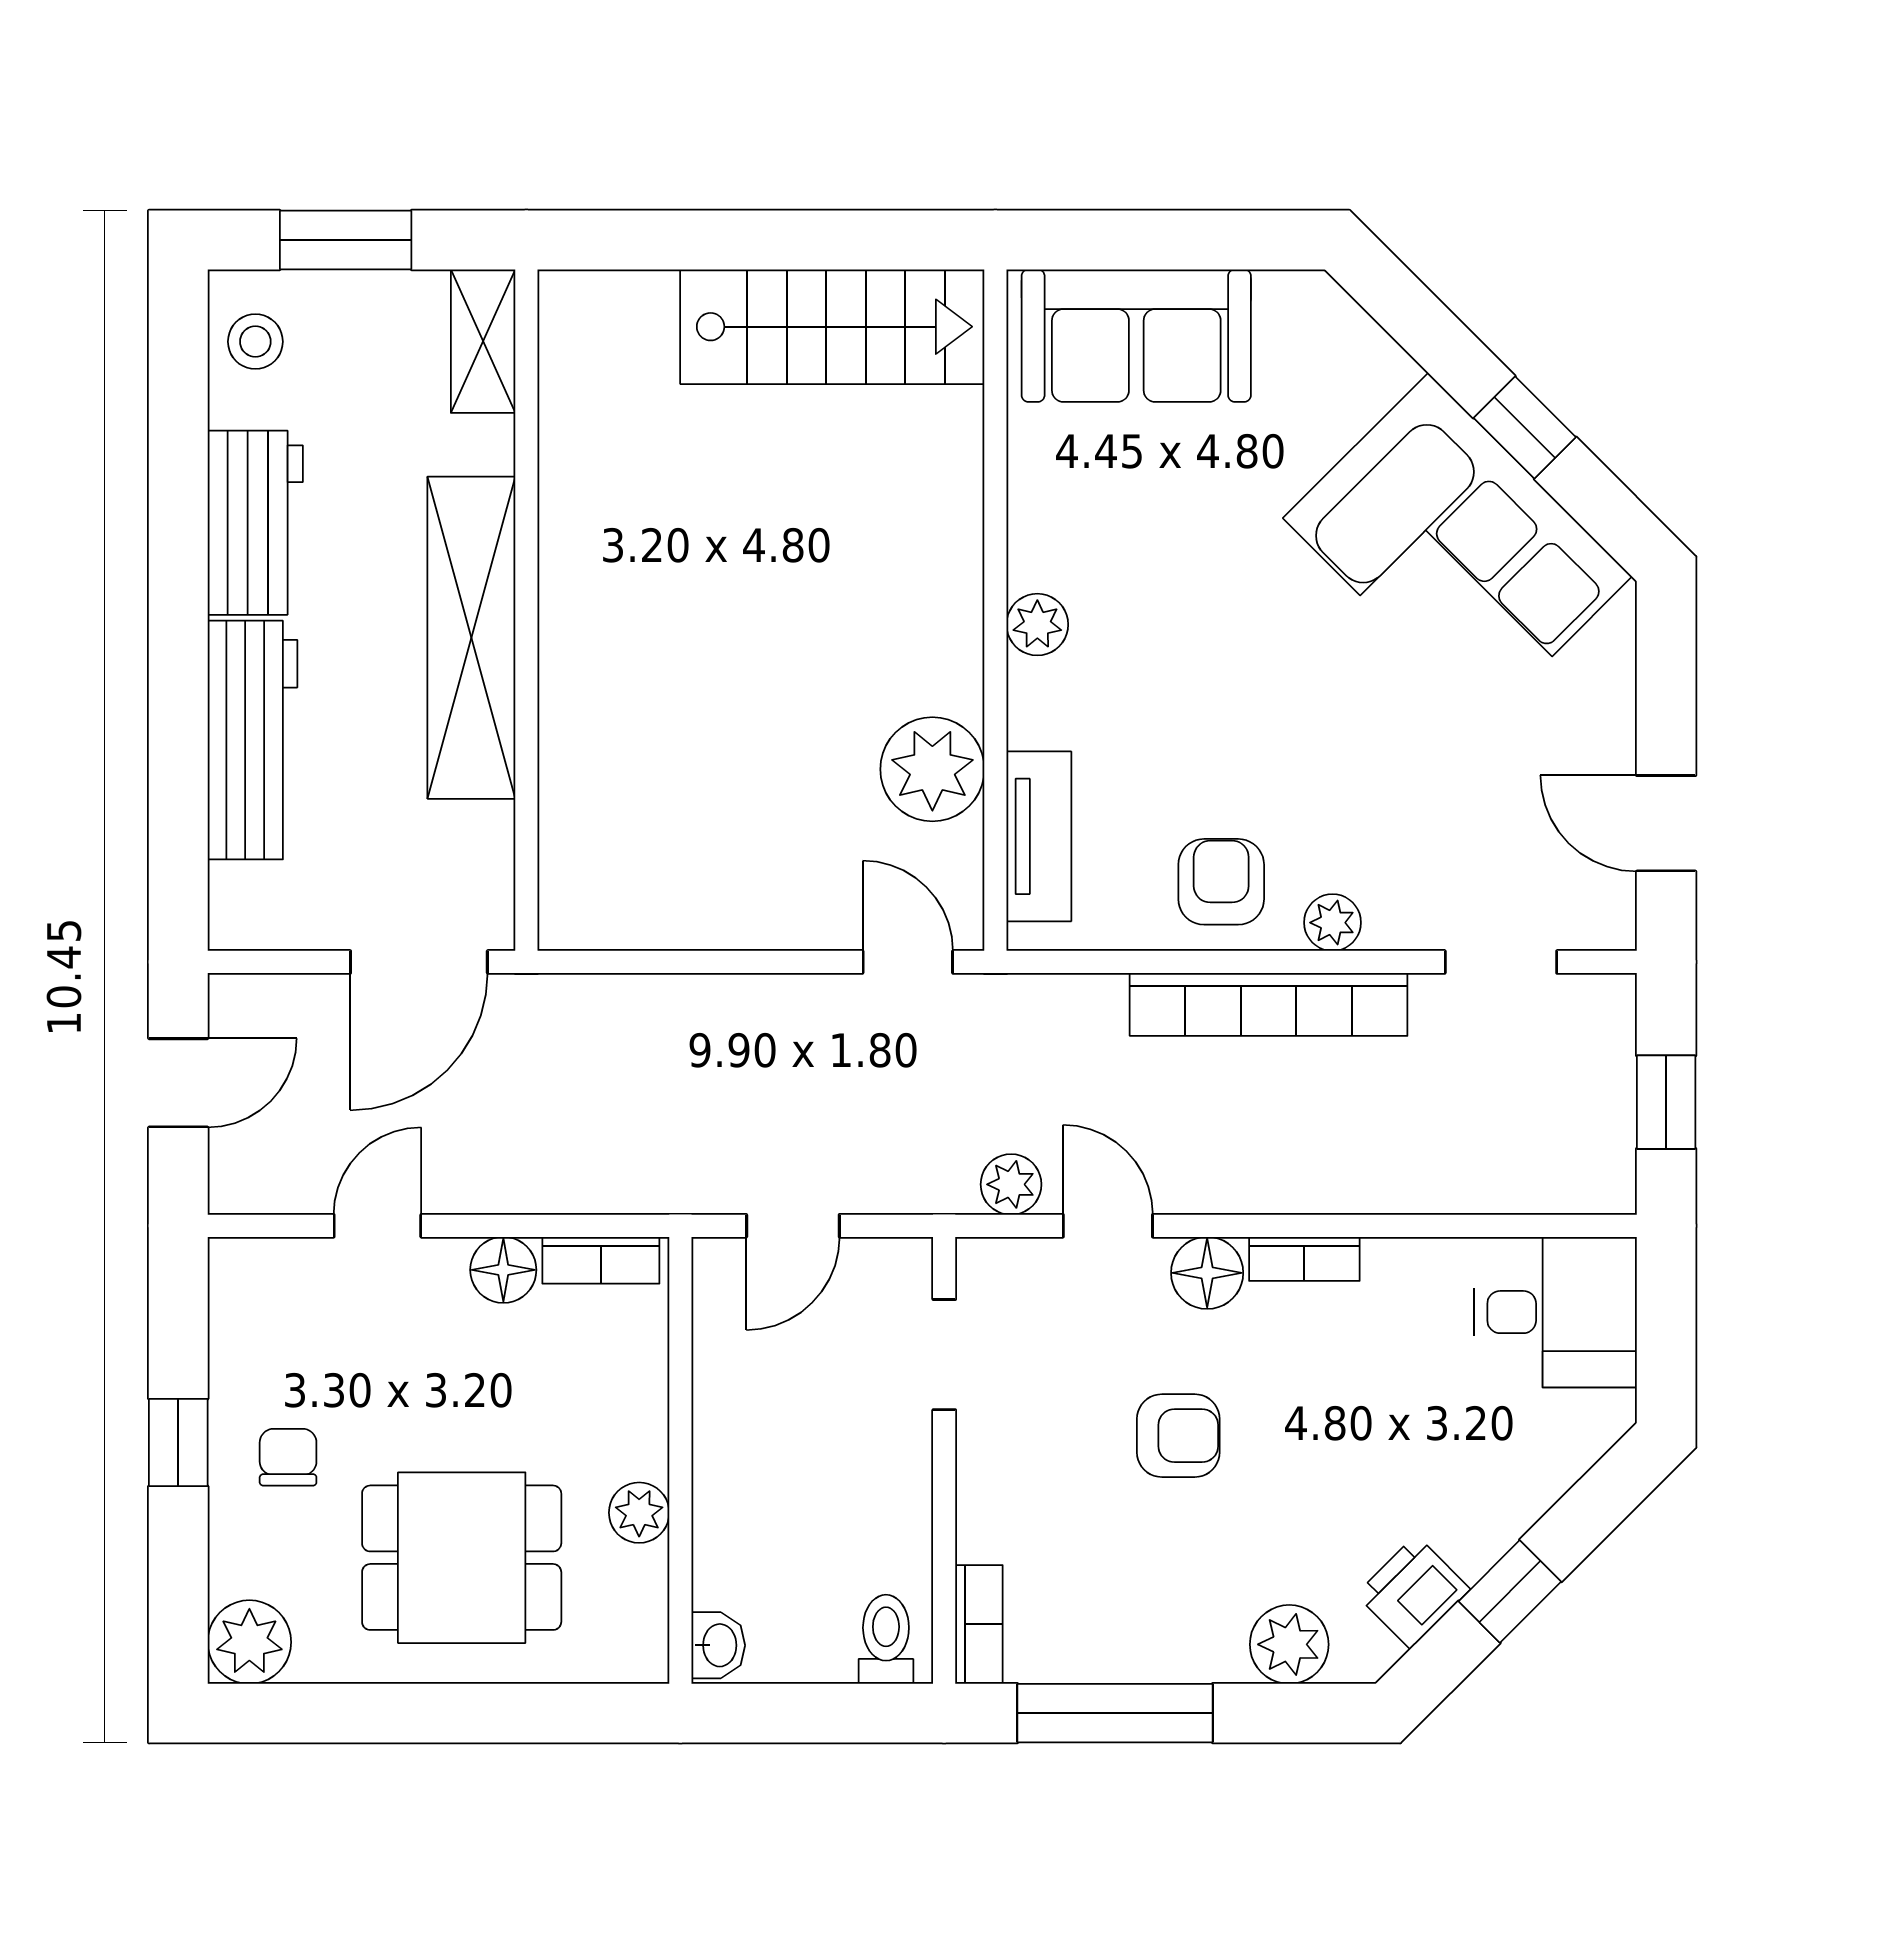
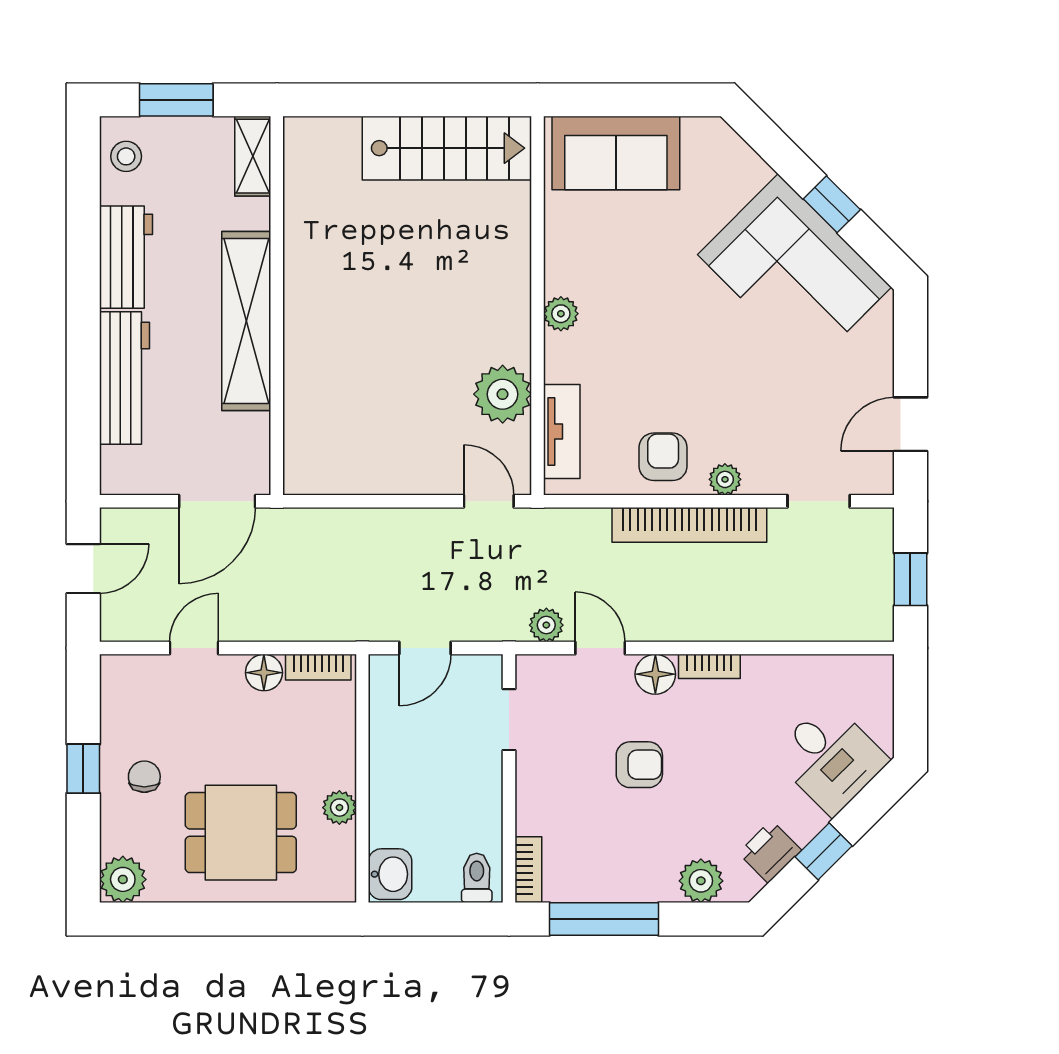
door: (1666, 823) -> (910, 424), hinge flipped
desk: (1556, 1312) -> (830, 758), moved, turned 45
washbasin: (718, 1645) -> (390, 874), width x1.38, depth x1.45

